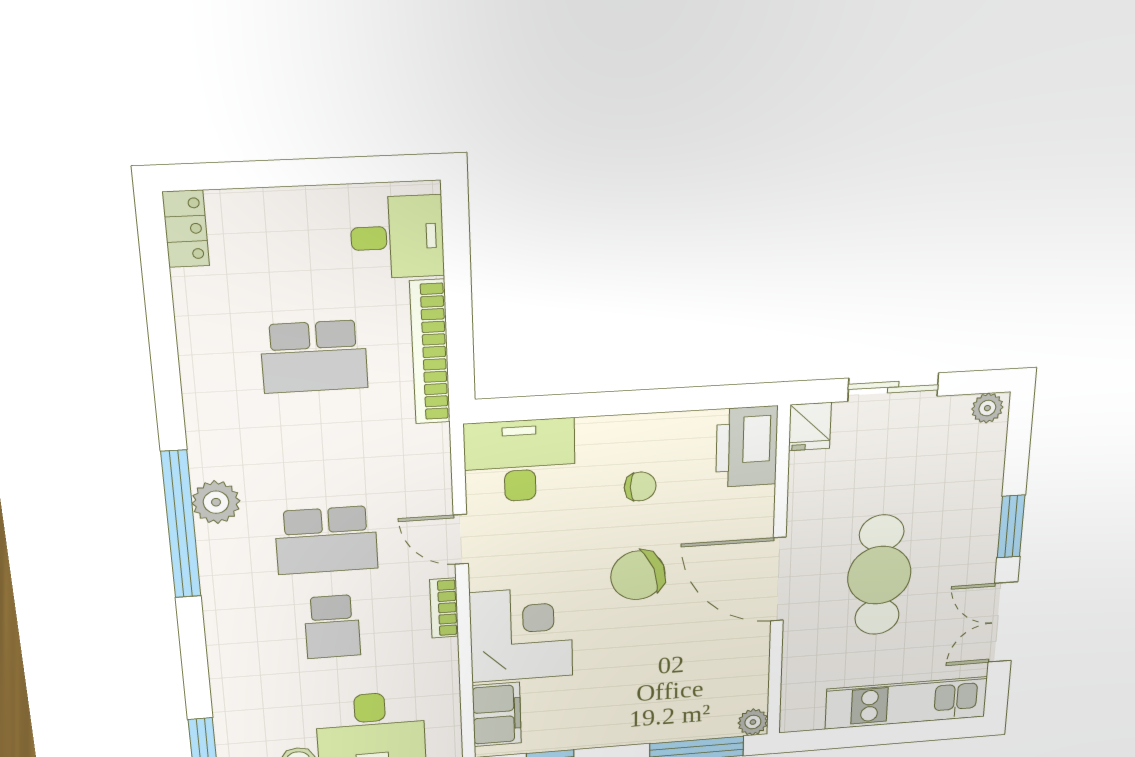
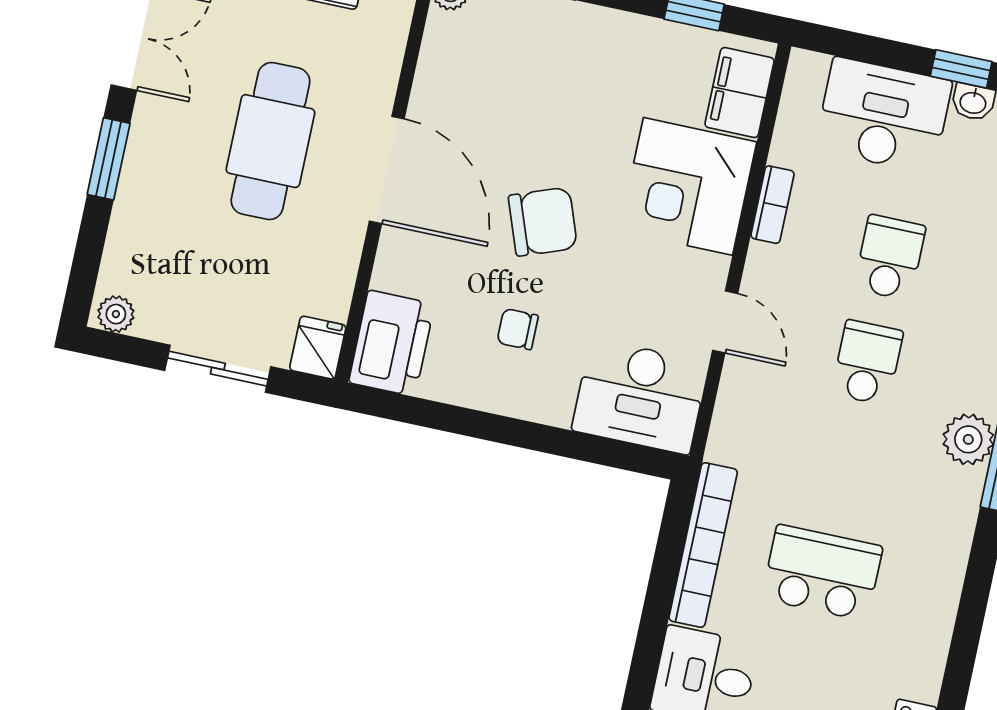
school desk: (326, 540) -> (867, 362), width x0.54
bookcase: (444, 608) -> (772, 205), moved

